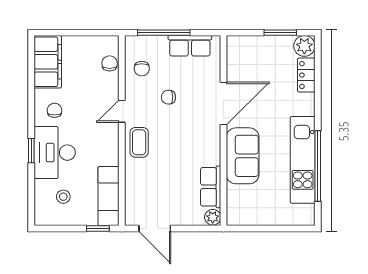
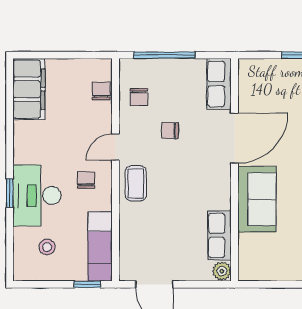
row of seats: (190, 46) -> (219, 84), moved, turned 90
chair: (55, 110) -> (86, 180), moved

